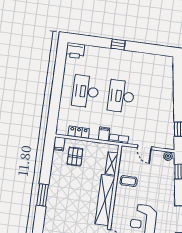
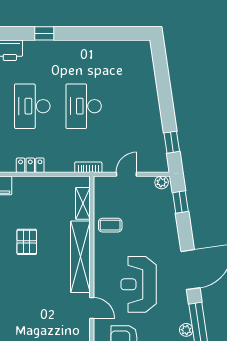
window: (118, 44) -> (44, 33), moved
filing cabinet: (104, 134) -> (66, 163), removed
door: (144, 147) -> (126, 174), swing flipped
pallet: (75, 156) -> (27, 242), moved

